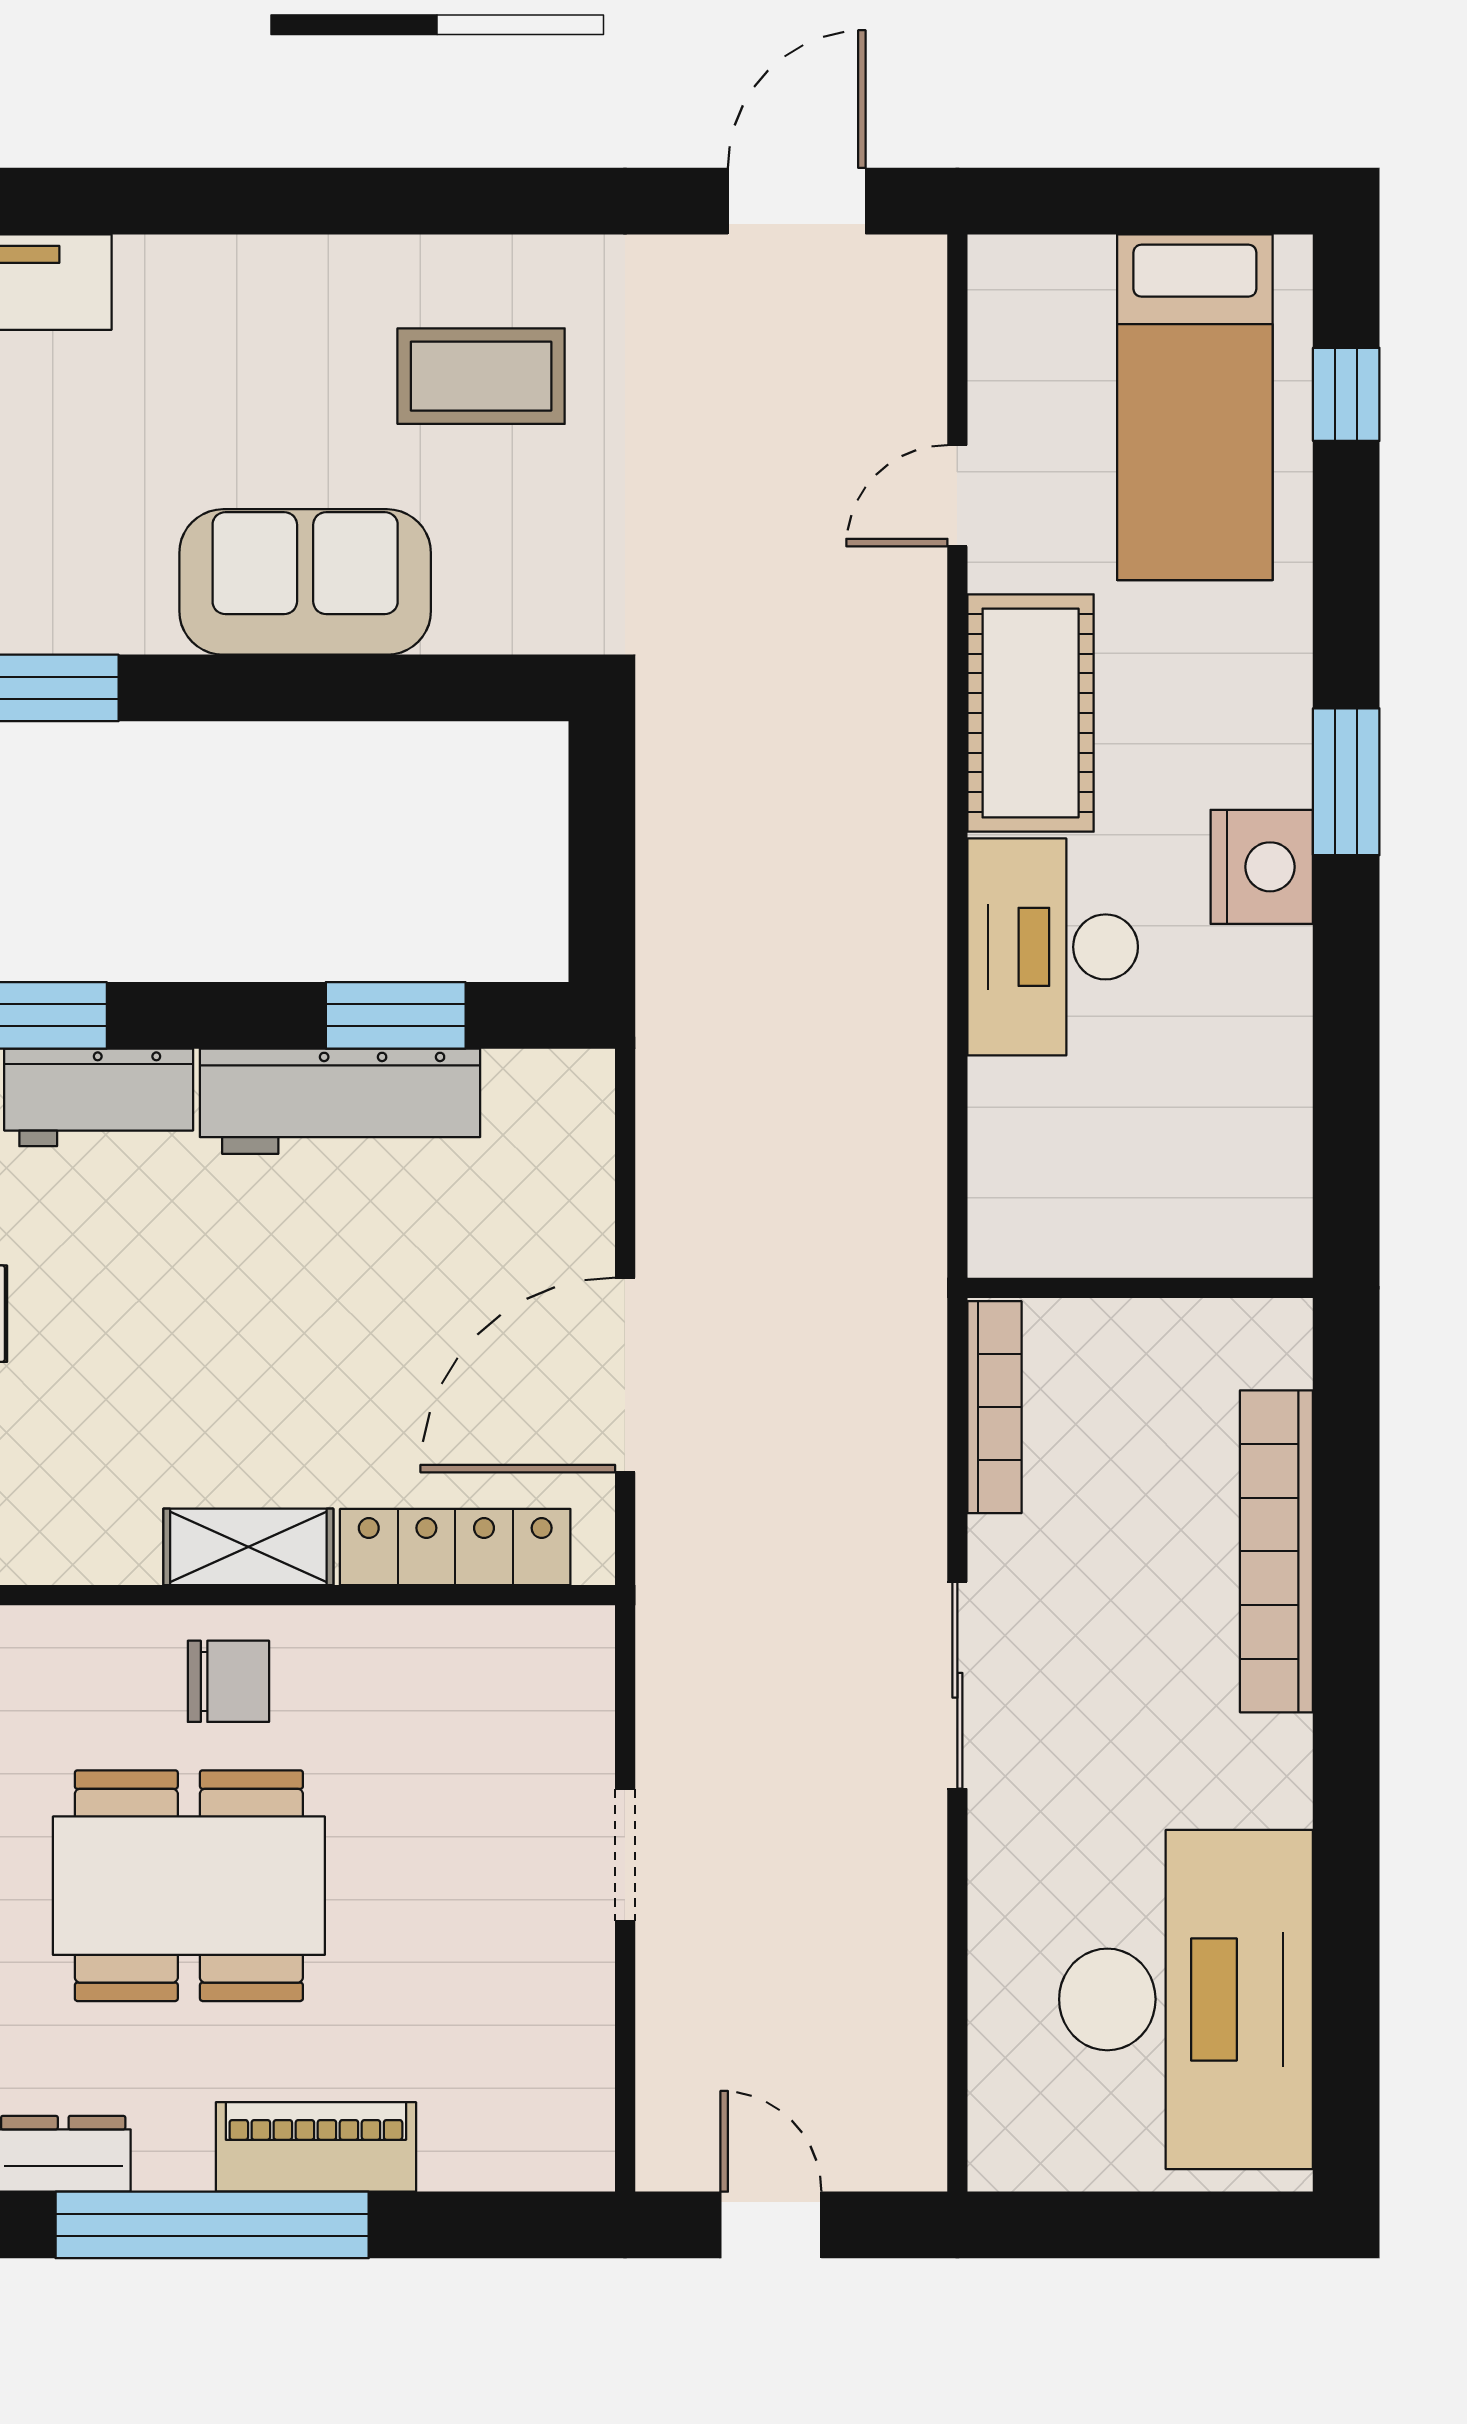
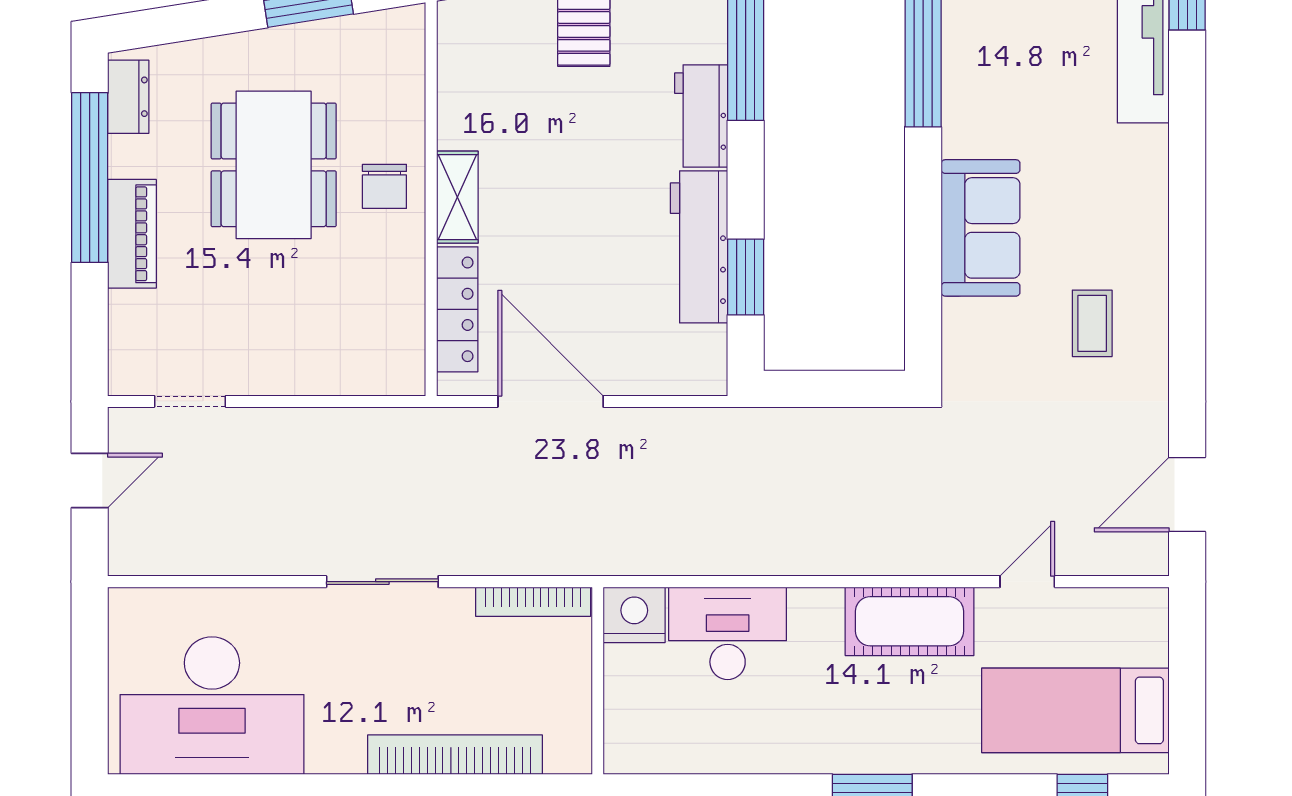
door: (797, 201) -> (1187, 495), swing flipped
coffee table: (481, 376) -> (1092, 323), width x0.73, depth x0.77
door: (957, 496) -> (1027, 582), hinge flipped
nightstand: (1262, 867) -> (634, 615), moved, turned 180
desk: (1053, 947) -> (728, 633), moved
doorway: (625, 1855) -> (190, 401), moved

